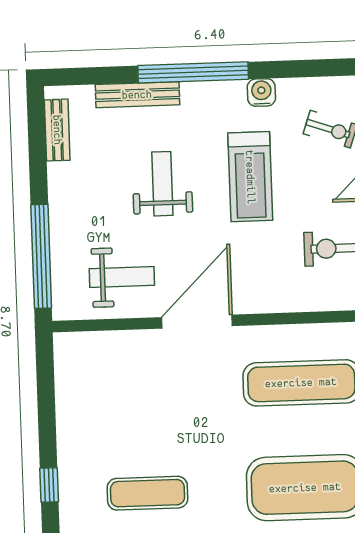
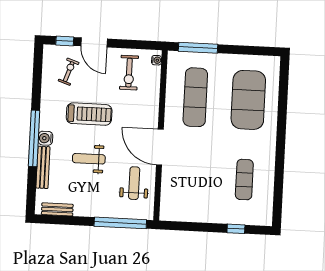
water cooler: (261, 92) -> (45, 138), moved

